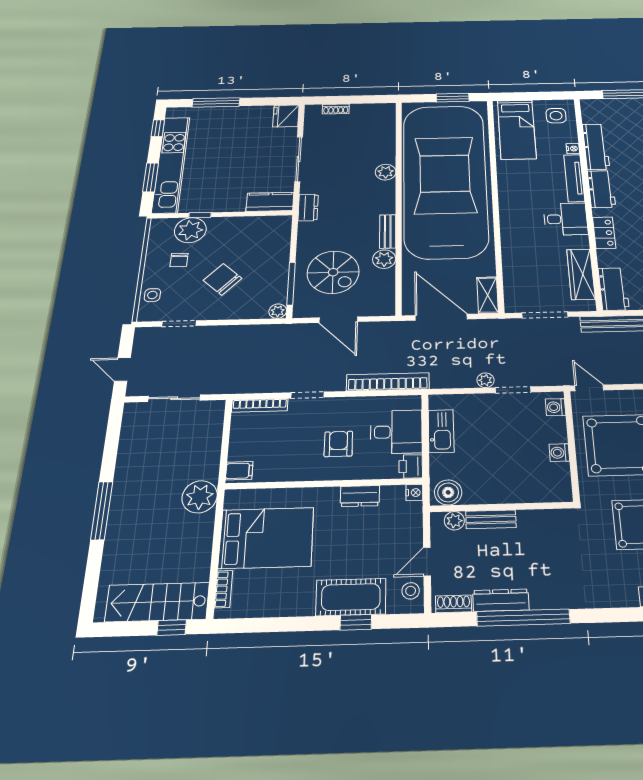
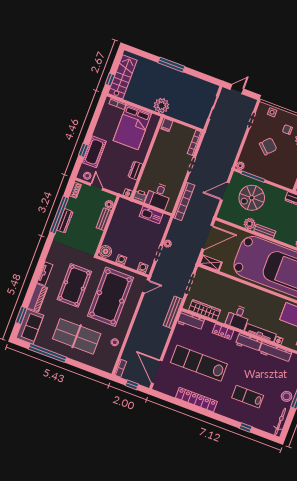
armchair: (338, 444) -> (163, 170), removed
boiler: (448, 492) -> (106, 251), moved
dresser: (501, 600) -> (65, 221), moved

